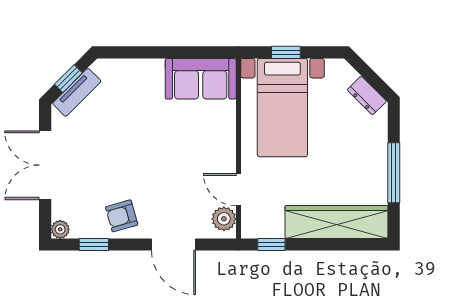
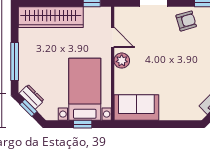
window: (372, 78) -> (28, 108), added
window: (394, 173) -> (15, 62), moved
plant: (224, 219) -> (122, 61), moved

